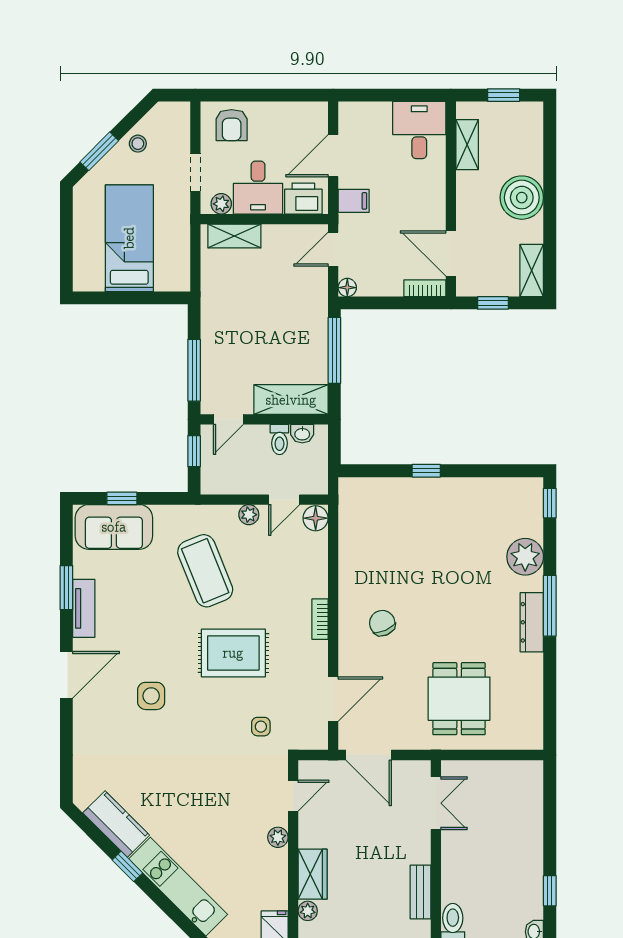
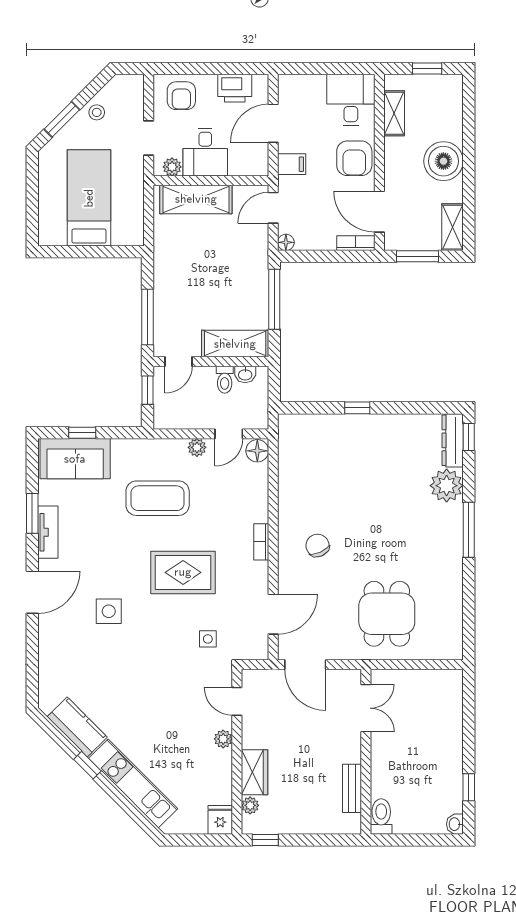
armchair: (423, 194) -> (354, 158), added
printer: (303, 199) -> (235, 88), moved, turned 180
shelving: (234, 236) -> (196, 199), width x1.50, depth x1.33
window: (493, 303) -> (417, 256), width x1.50
coffee table: (205, 571) -> (158, 498), turned -68
dresser: (532, 622) -> (453, 440), moved
door: (293, 796) -> (237, 701), swing flipped

